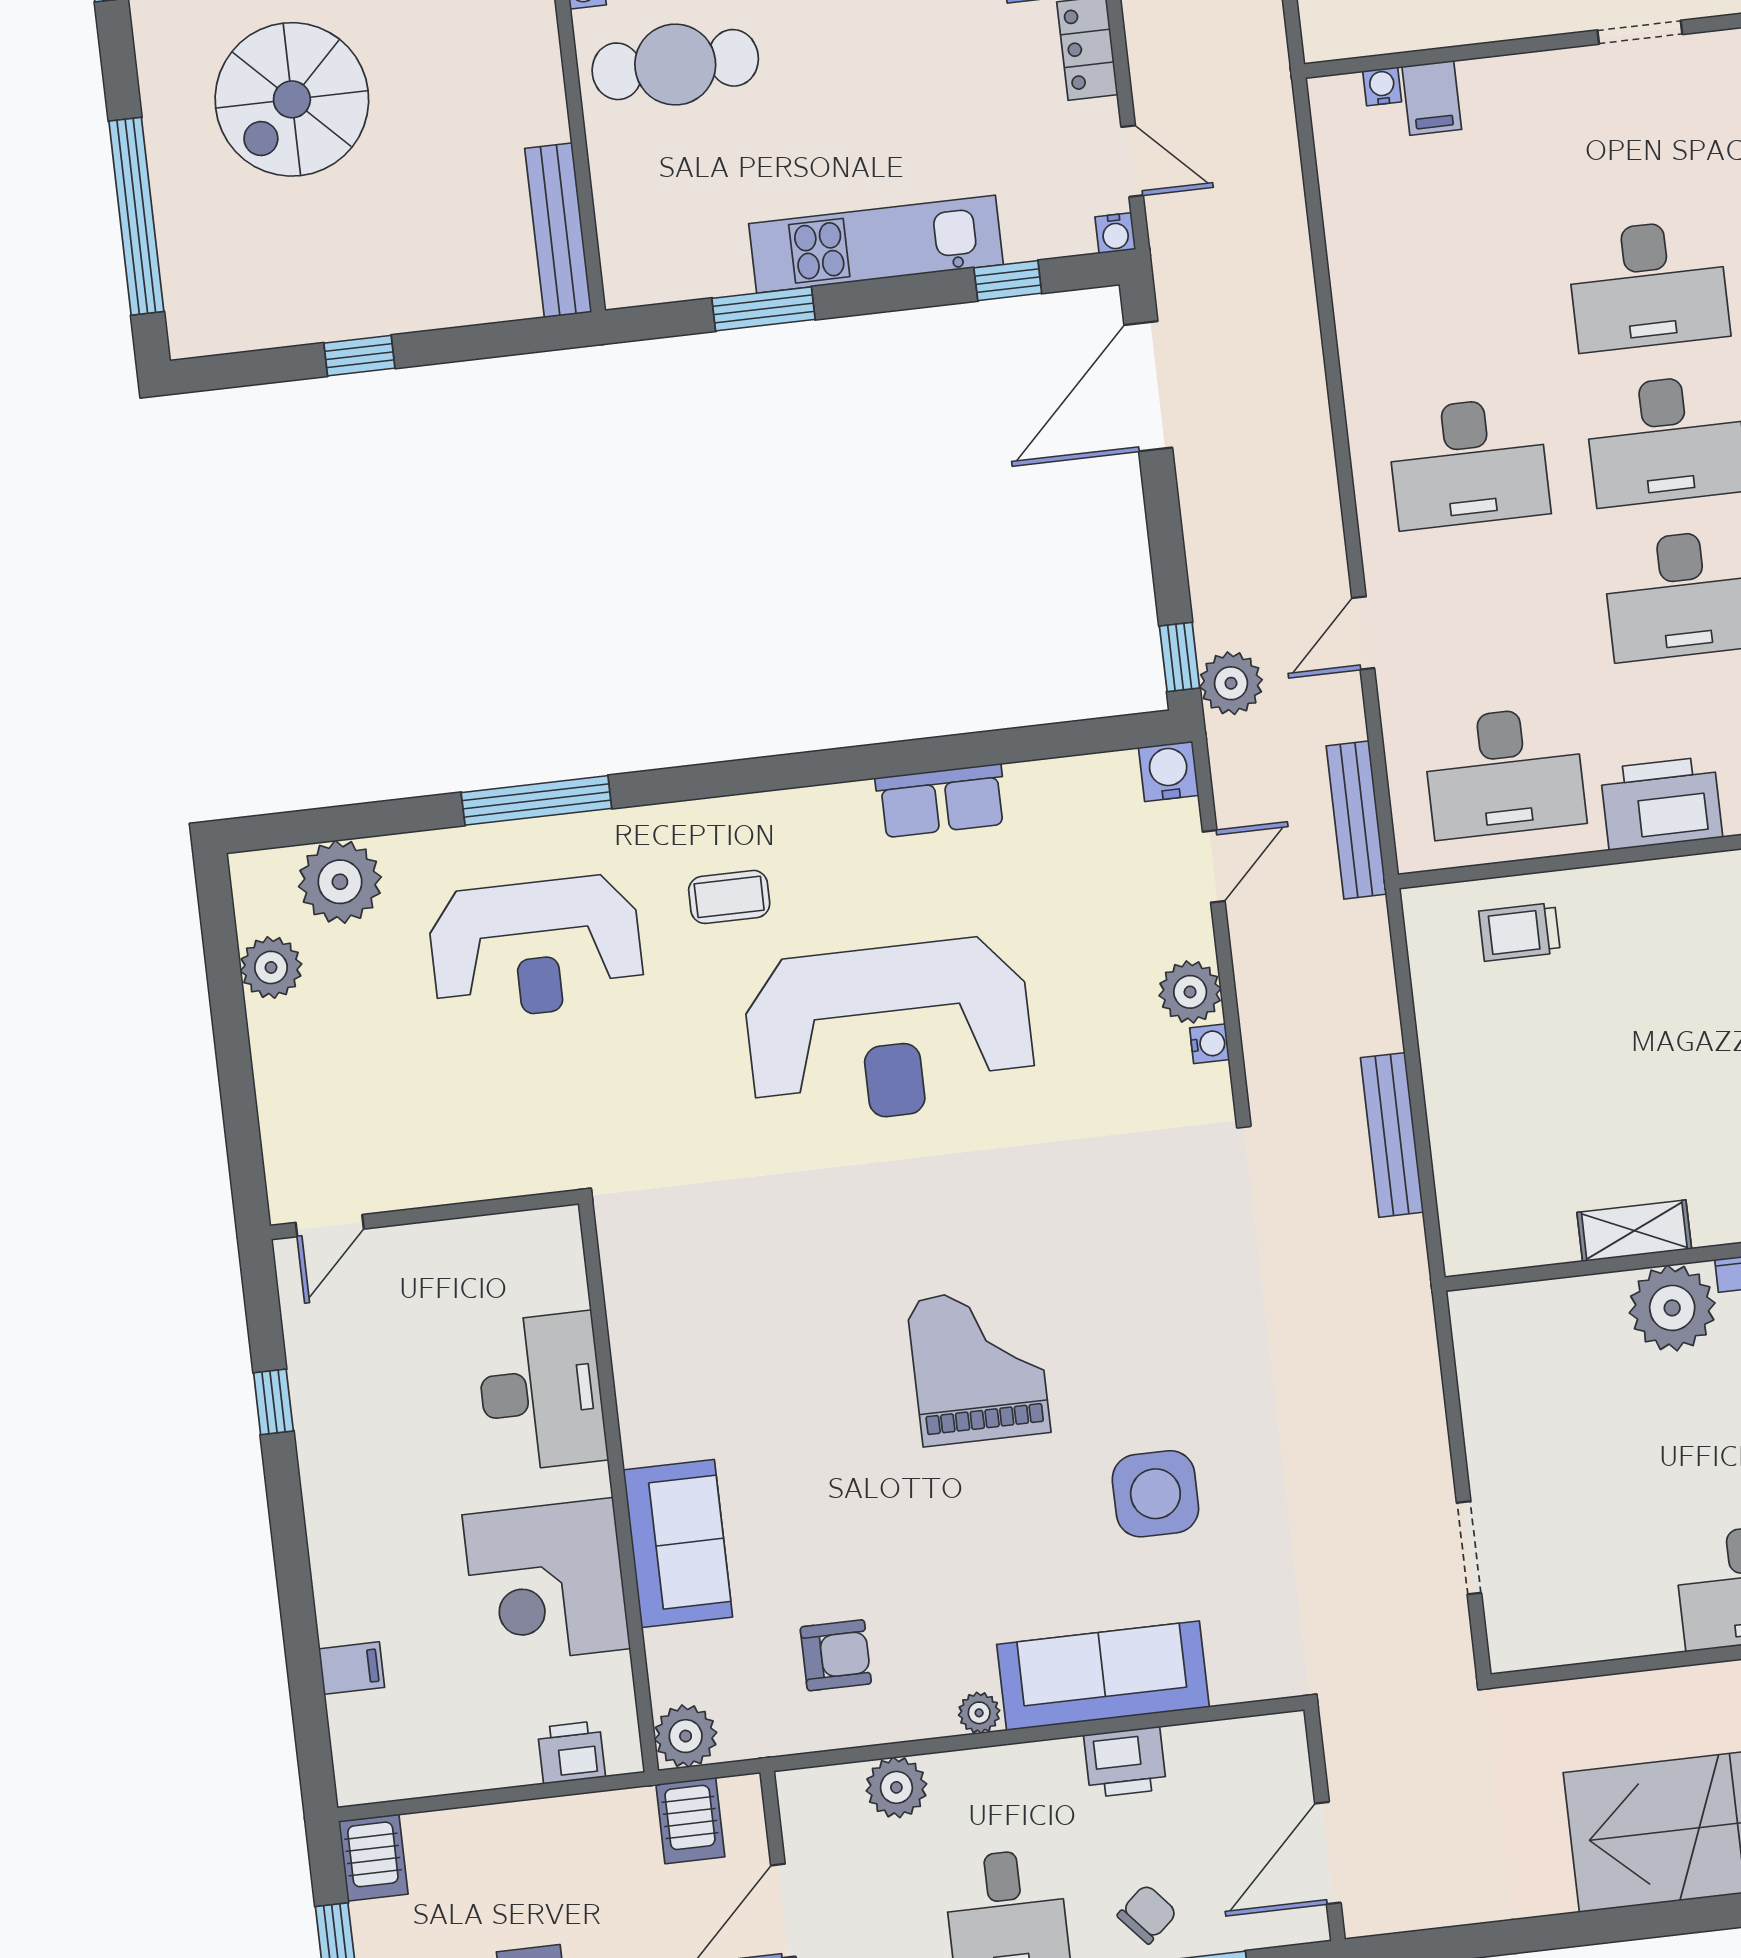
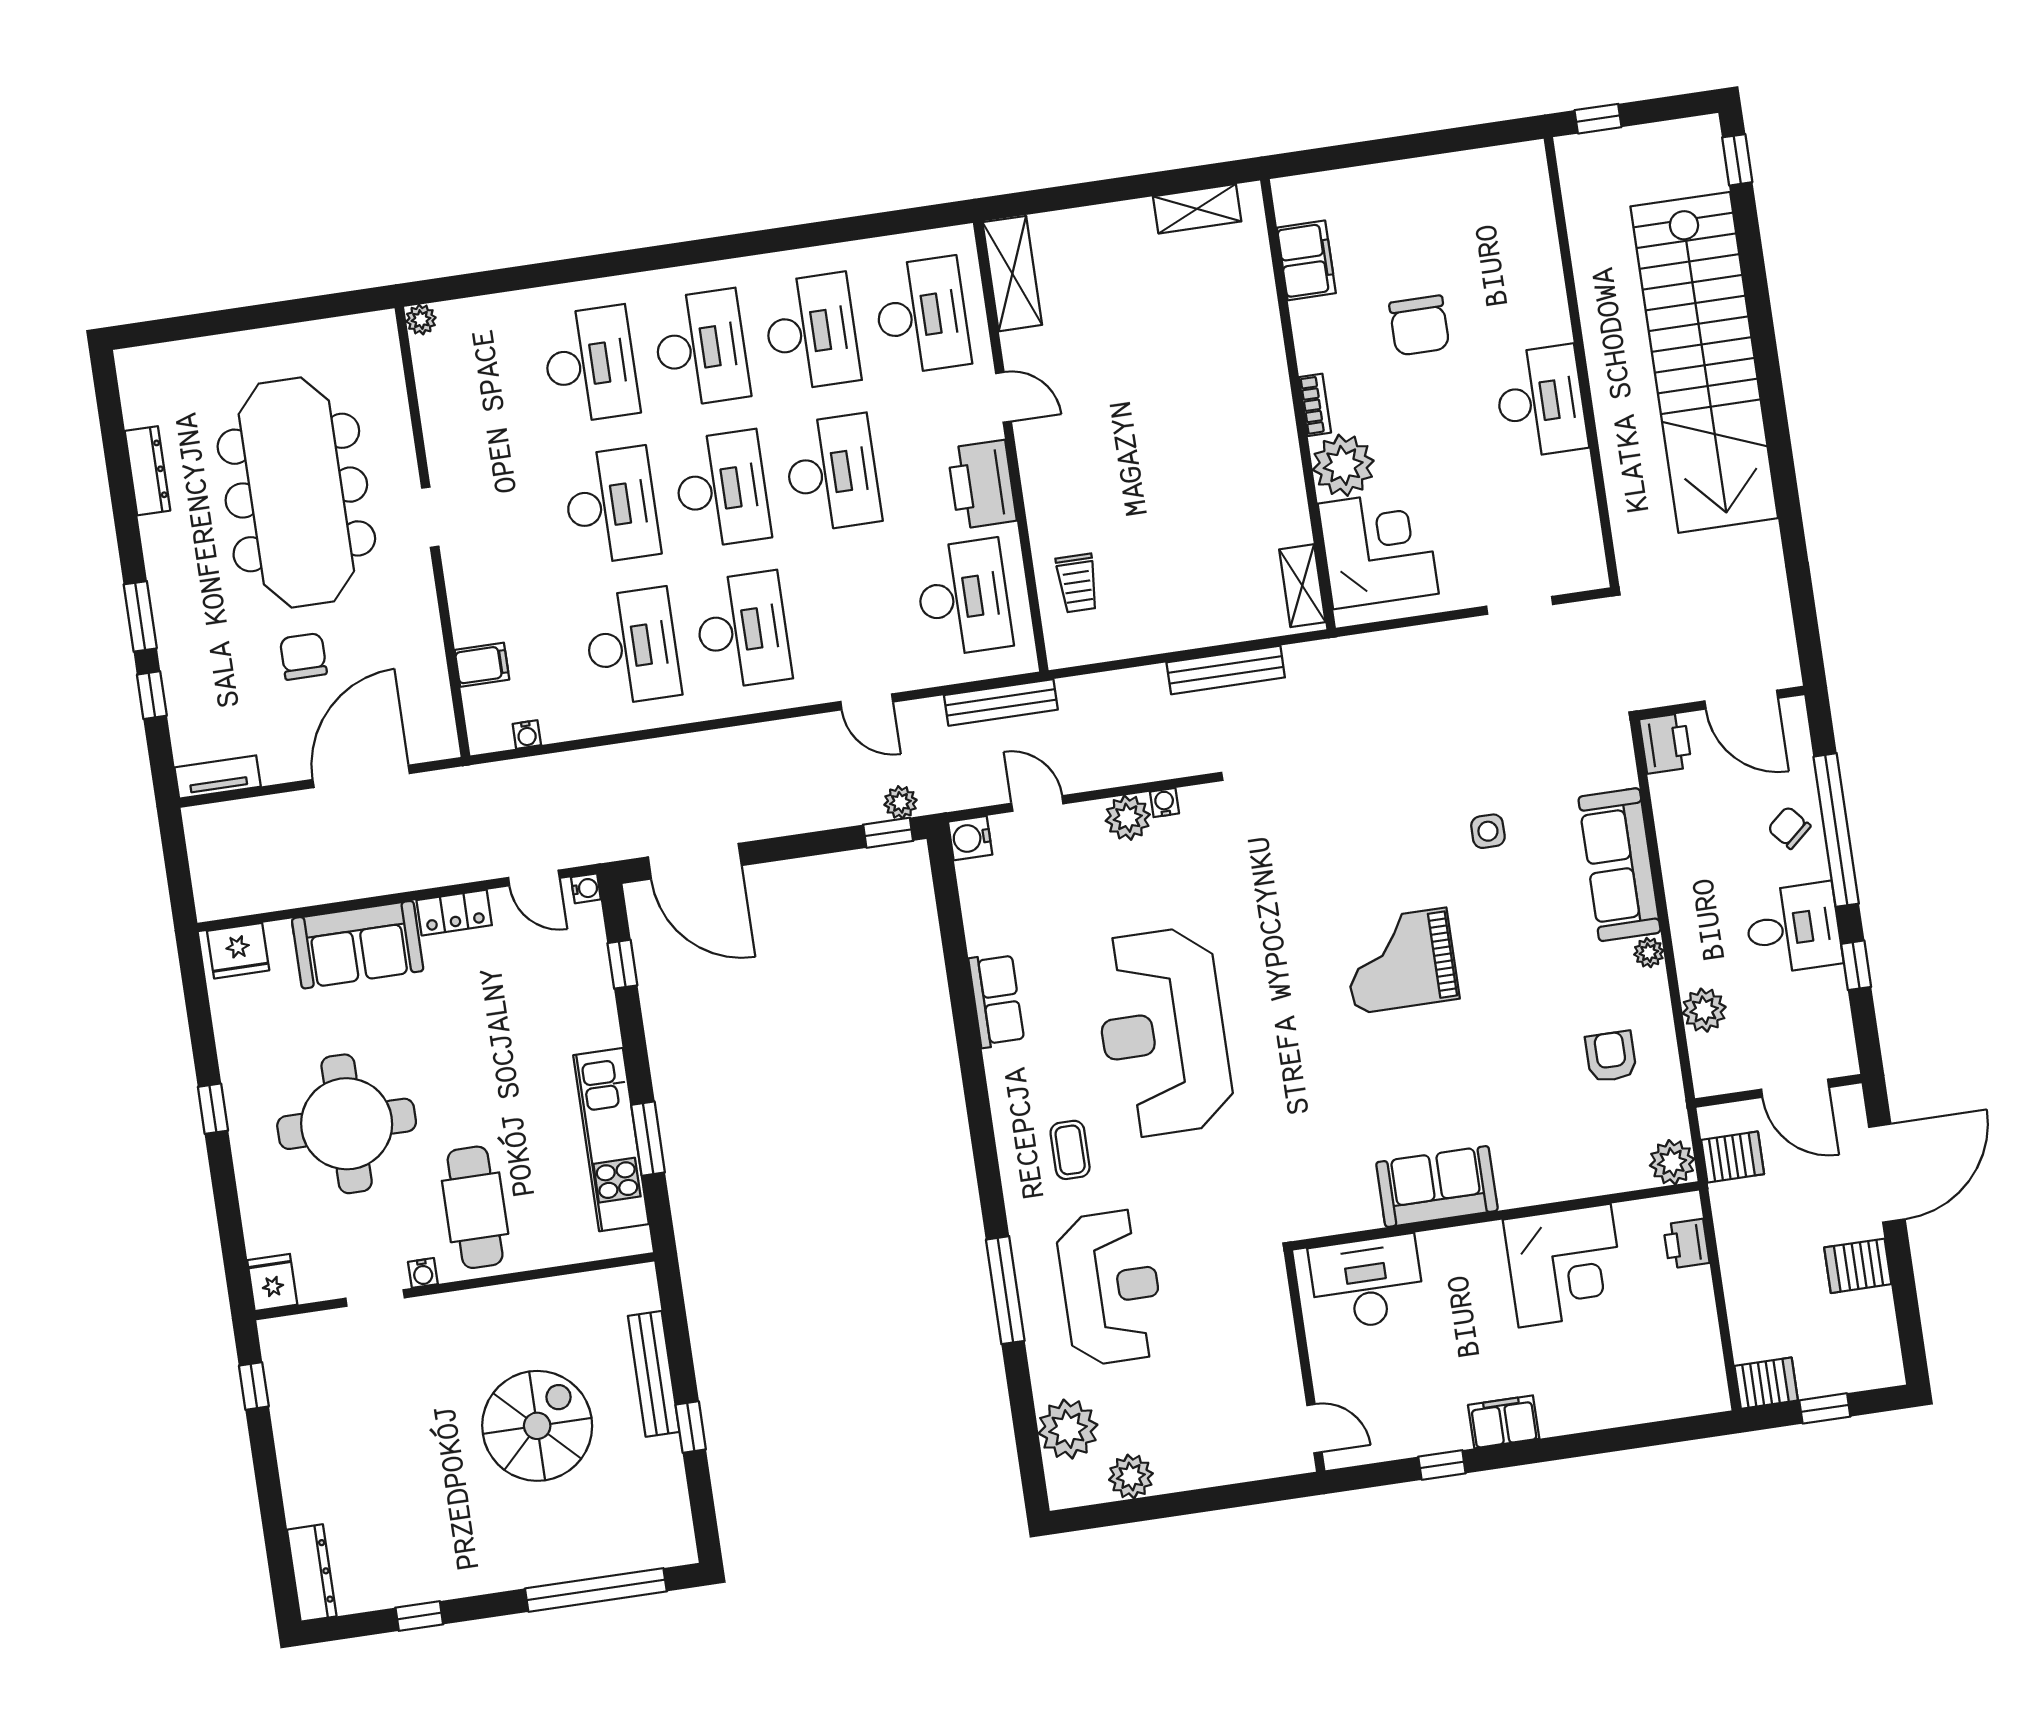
water cooler: (1382, 86) -> (527, 735), moved, turned -90
spiral stairs: (292, 99) -> (537, 1426), moved, turned -90
door: (1132, 161) -> (534, 878), swing flipped
bench: (558, 230) -> (654, 1374), moved, turned 90
kitchen unit: (876, 244) -> (611, 1140), moved
desk: (1450, 308) -> (632, 647), added
plant: (1231, 683) -> (900, 802), width x0.73, depth x0.73
reception desk: (889, 1032) -> (1163, 1032), turned 180
shelving: (1634, 1231) -> (1302, 586), moved
corner desk: (1554, 1353) -> (1378, 549), added
desk: (541, 1392) -> (1367, 1283), moved
side table: (1155, 1494) -> (1488, 831), width x0.54, depth x0.54
sofa: (678, 1544) -> (1437, 1187), moved
filing cabinet: (352, 1668) -> (1504, 1422), moved, width x2.00
printer: (1125, 1762) -> (1665, 743), moved

